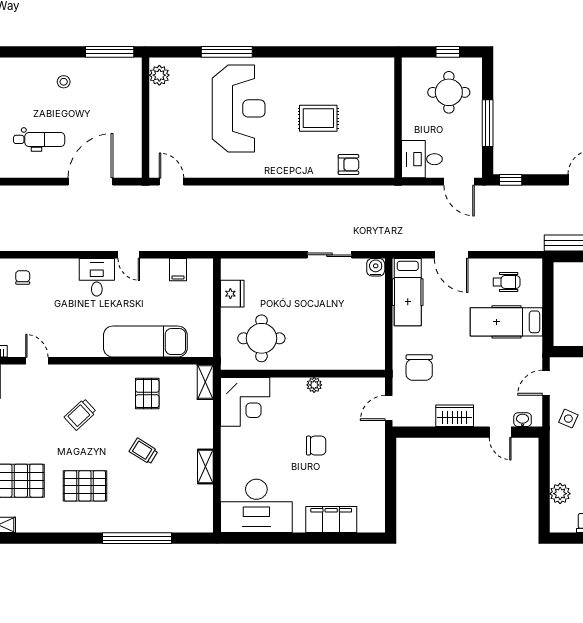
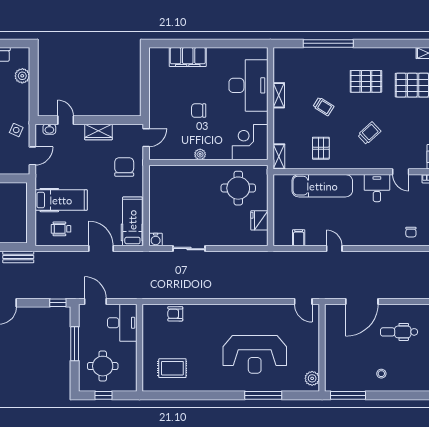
reception desk: (239, 108) -> (255, 354), turned -90
rug: (318, 118) -> (172, 368), moved
desk: (422, 159) -> (122, 323), width x1.37
desk: (97, 277) -> (377, 188), moved, turned 180
desk: (256, 506) -> (248, 85), moved, turned 90

